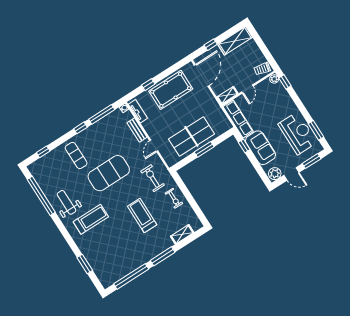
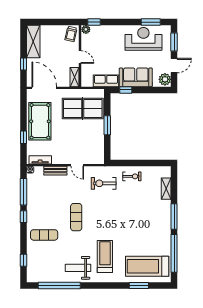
row of seats: (238, 119) -> (106, 81), width x0.68
table tennis table: (191, 136) -> (83, 108), moved, turned 90
exercise mat: (109, 173) -> (76, 217), width x0.50, depth x0.69
treadmill: (142, 215) -> (147, 266), moved, width x1.37, depth x1.38

